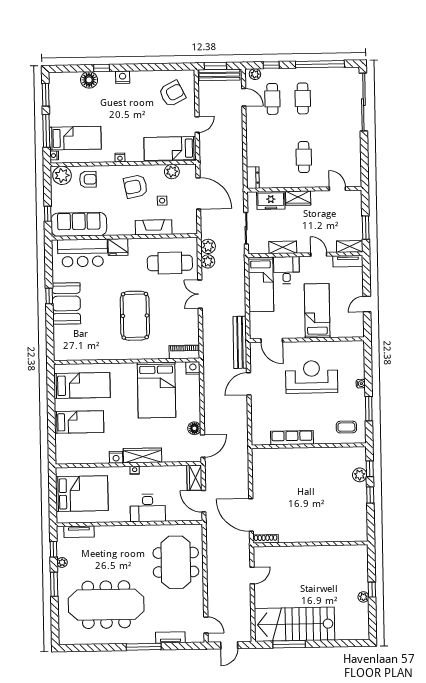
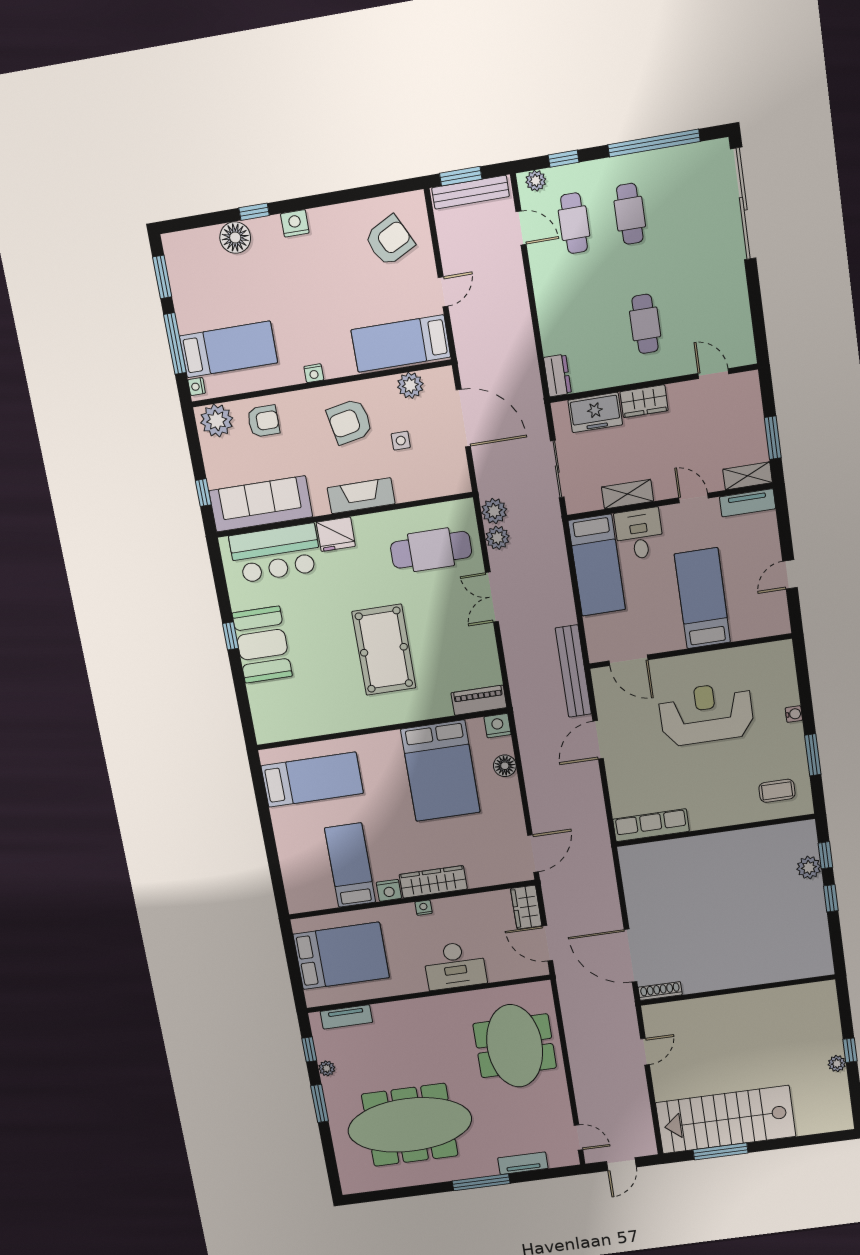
fireplace: (154, 227) -> (361, 496), moved
bed: (79, 422) -> (350, 865), moved, turned -90
floor lamp: (194, 428) -> (505, 766), moved
row of seats: (292, 438) -> (651, 825), moved

